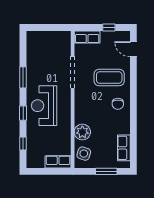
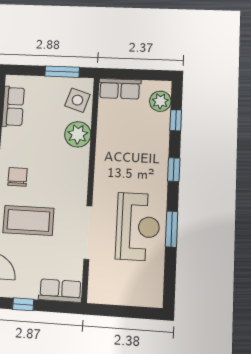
reception desk: (44, 106) -> (138, 227), moved
plant: (33, 155) -> (160, 101), added
window: (106, 171) -> (62, 72), moved

